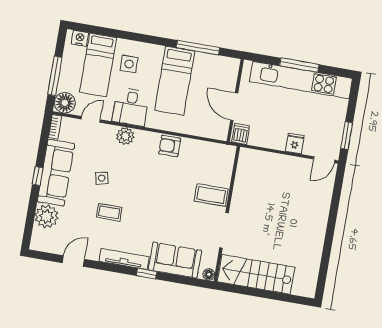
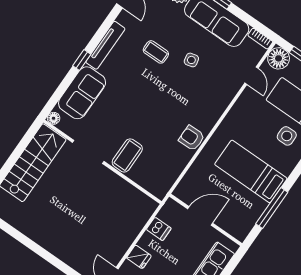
desk: (131, 107) -> (246, 119), removed
dishwasher: (241, 134) -> (159, 229), moved
plant: (125, 136) -> (221, 101), removed
armchair: (170, 146) -> (192, 138), turned -90
coffee table: (109, 212) -> (156, 52), turned 90

